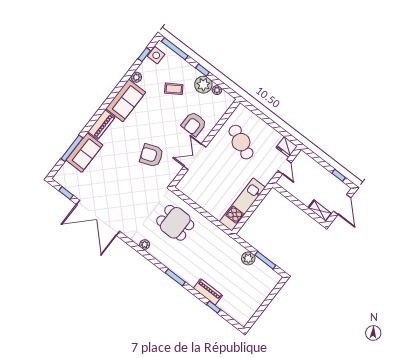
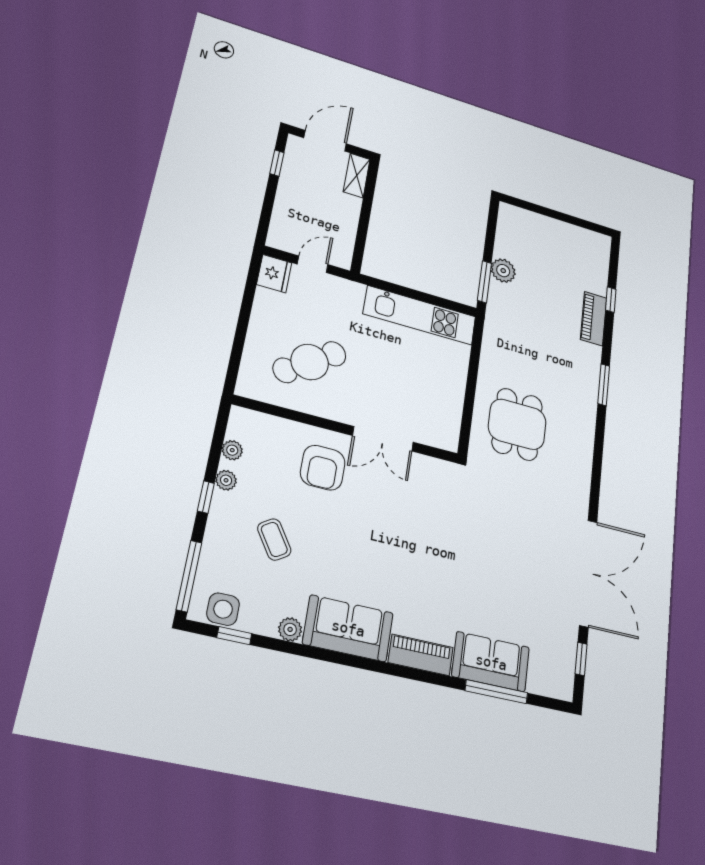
plant: (203, 85) -> (226, 480), width x0.53, depth x0.53
armchair: (194, 124) -> (323, 468), turned 90
cafe table: (241, 142) -> (310, 362), turned 30
armchair: (151, 155) -> (425, 524), removed
plant: (145, 245) -> (583, 464), removed
window: (265, 260) -> (484, 282), moved

